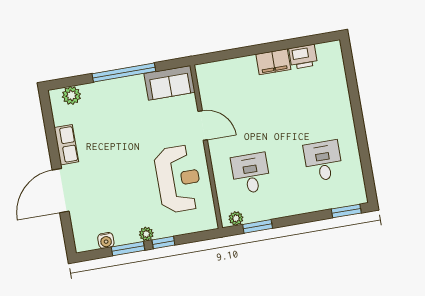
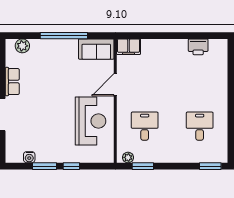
filing cabinet: (273, 62) -> (128, 47), moved
door: (203, 126) -> (115, 85), swing flipped
plant: (146, 234) -> (60, 158), removed

